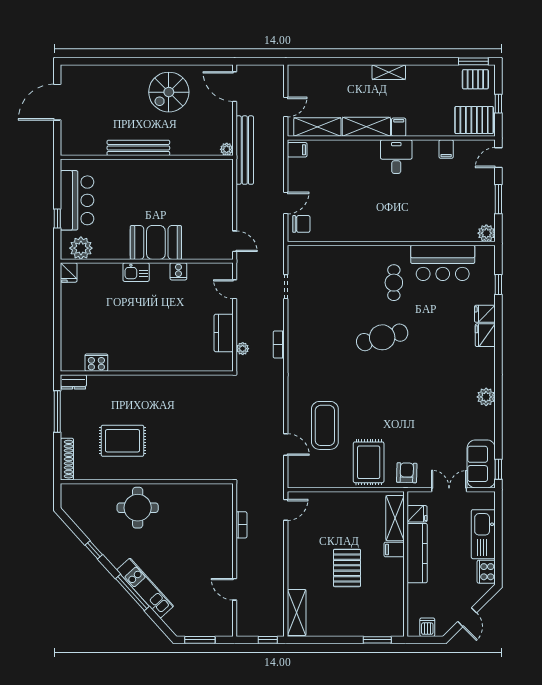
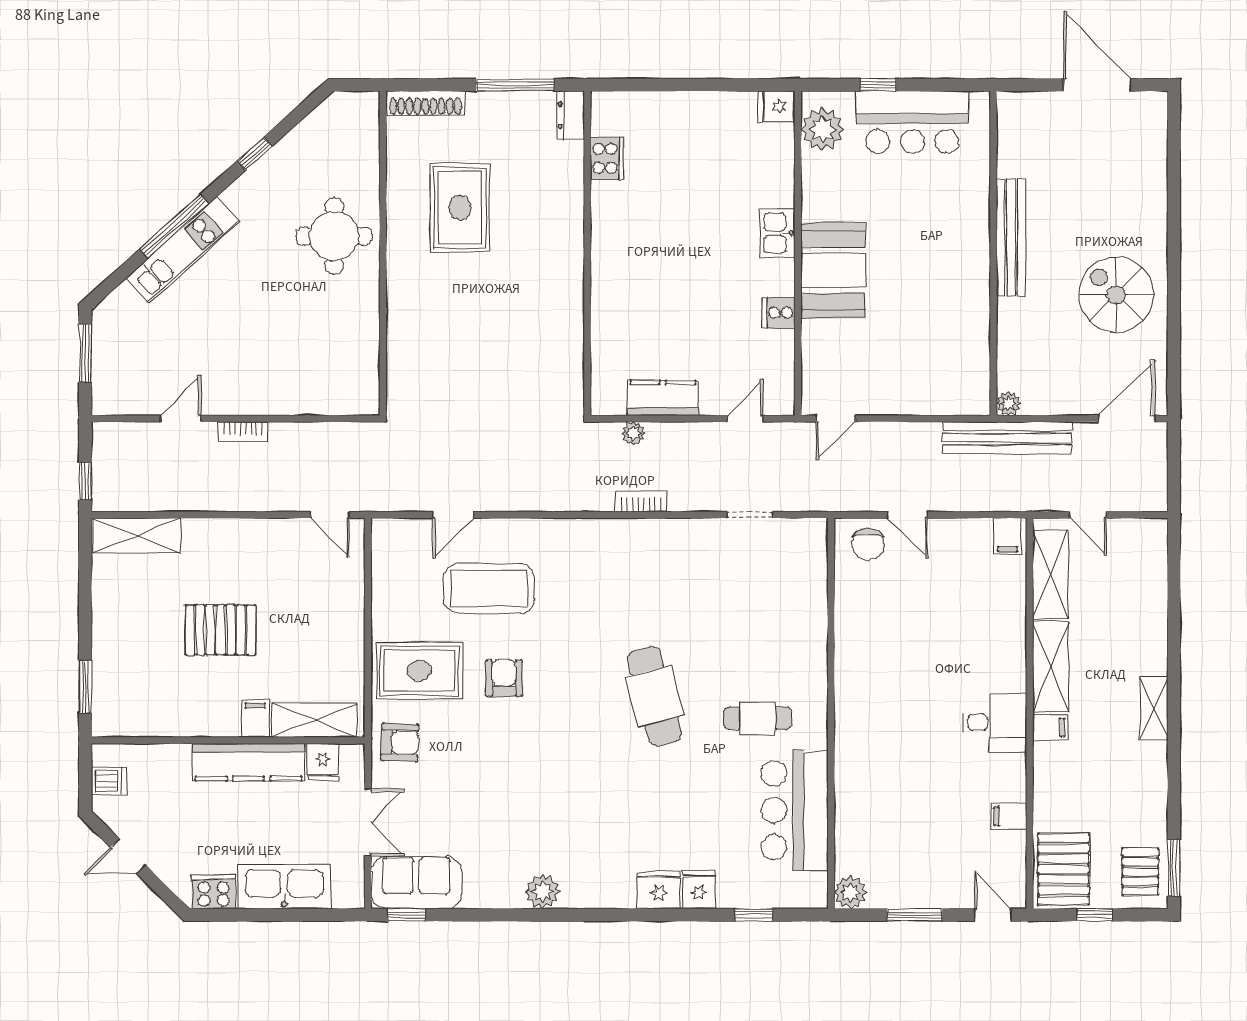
armchair: (373, 417) -> (504, 678), added
bookcase: (242, 525) -> (243, 432), moved

